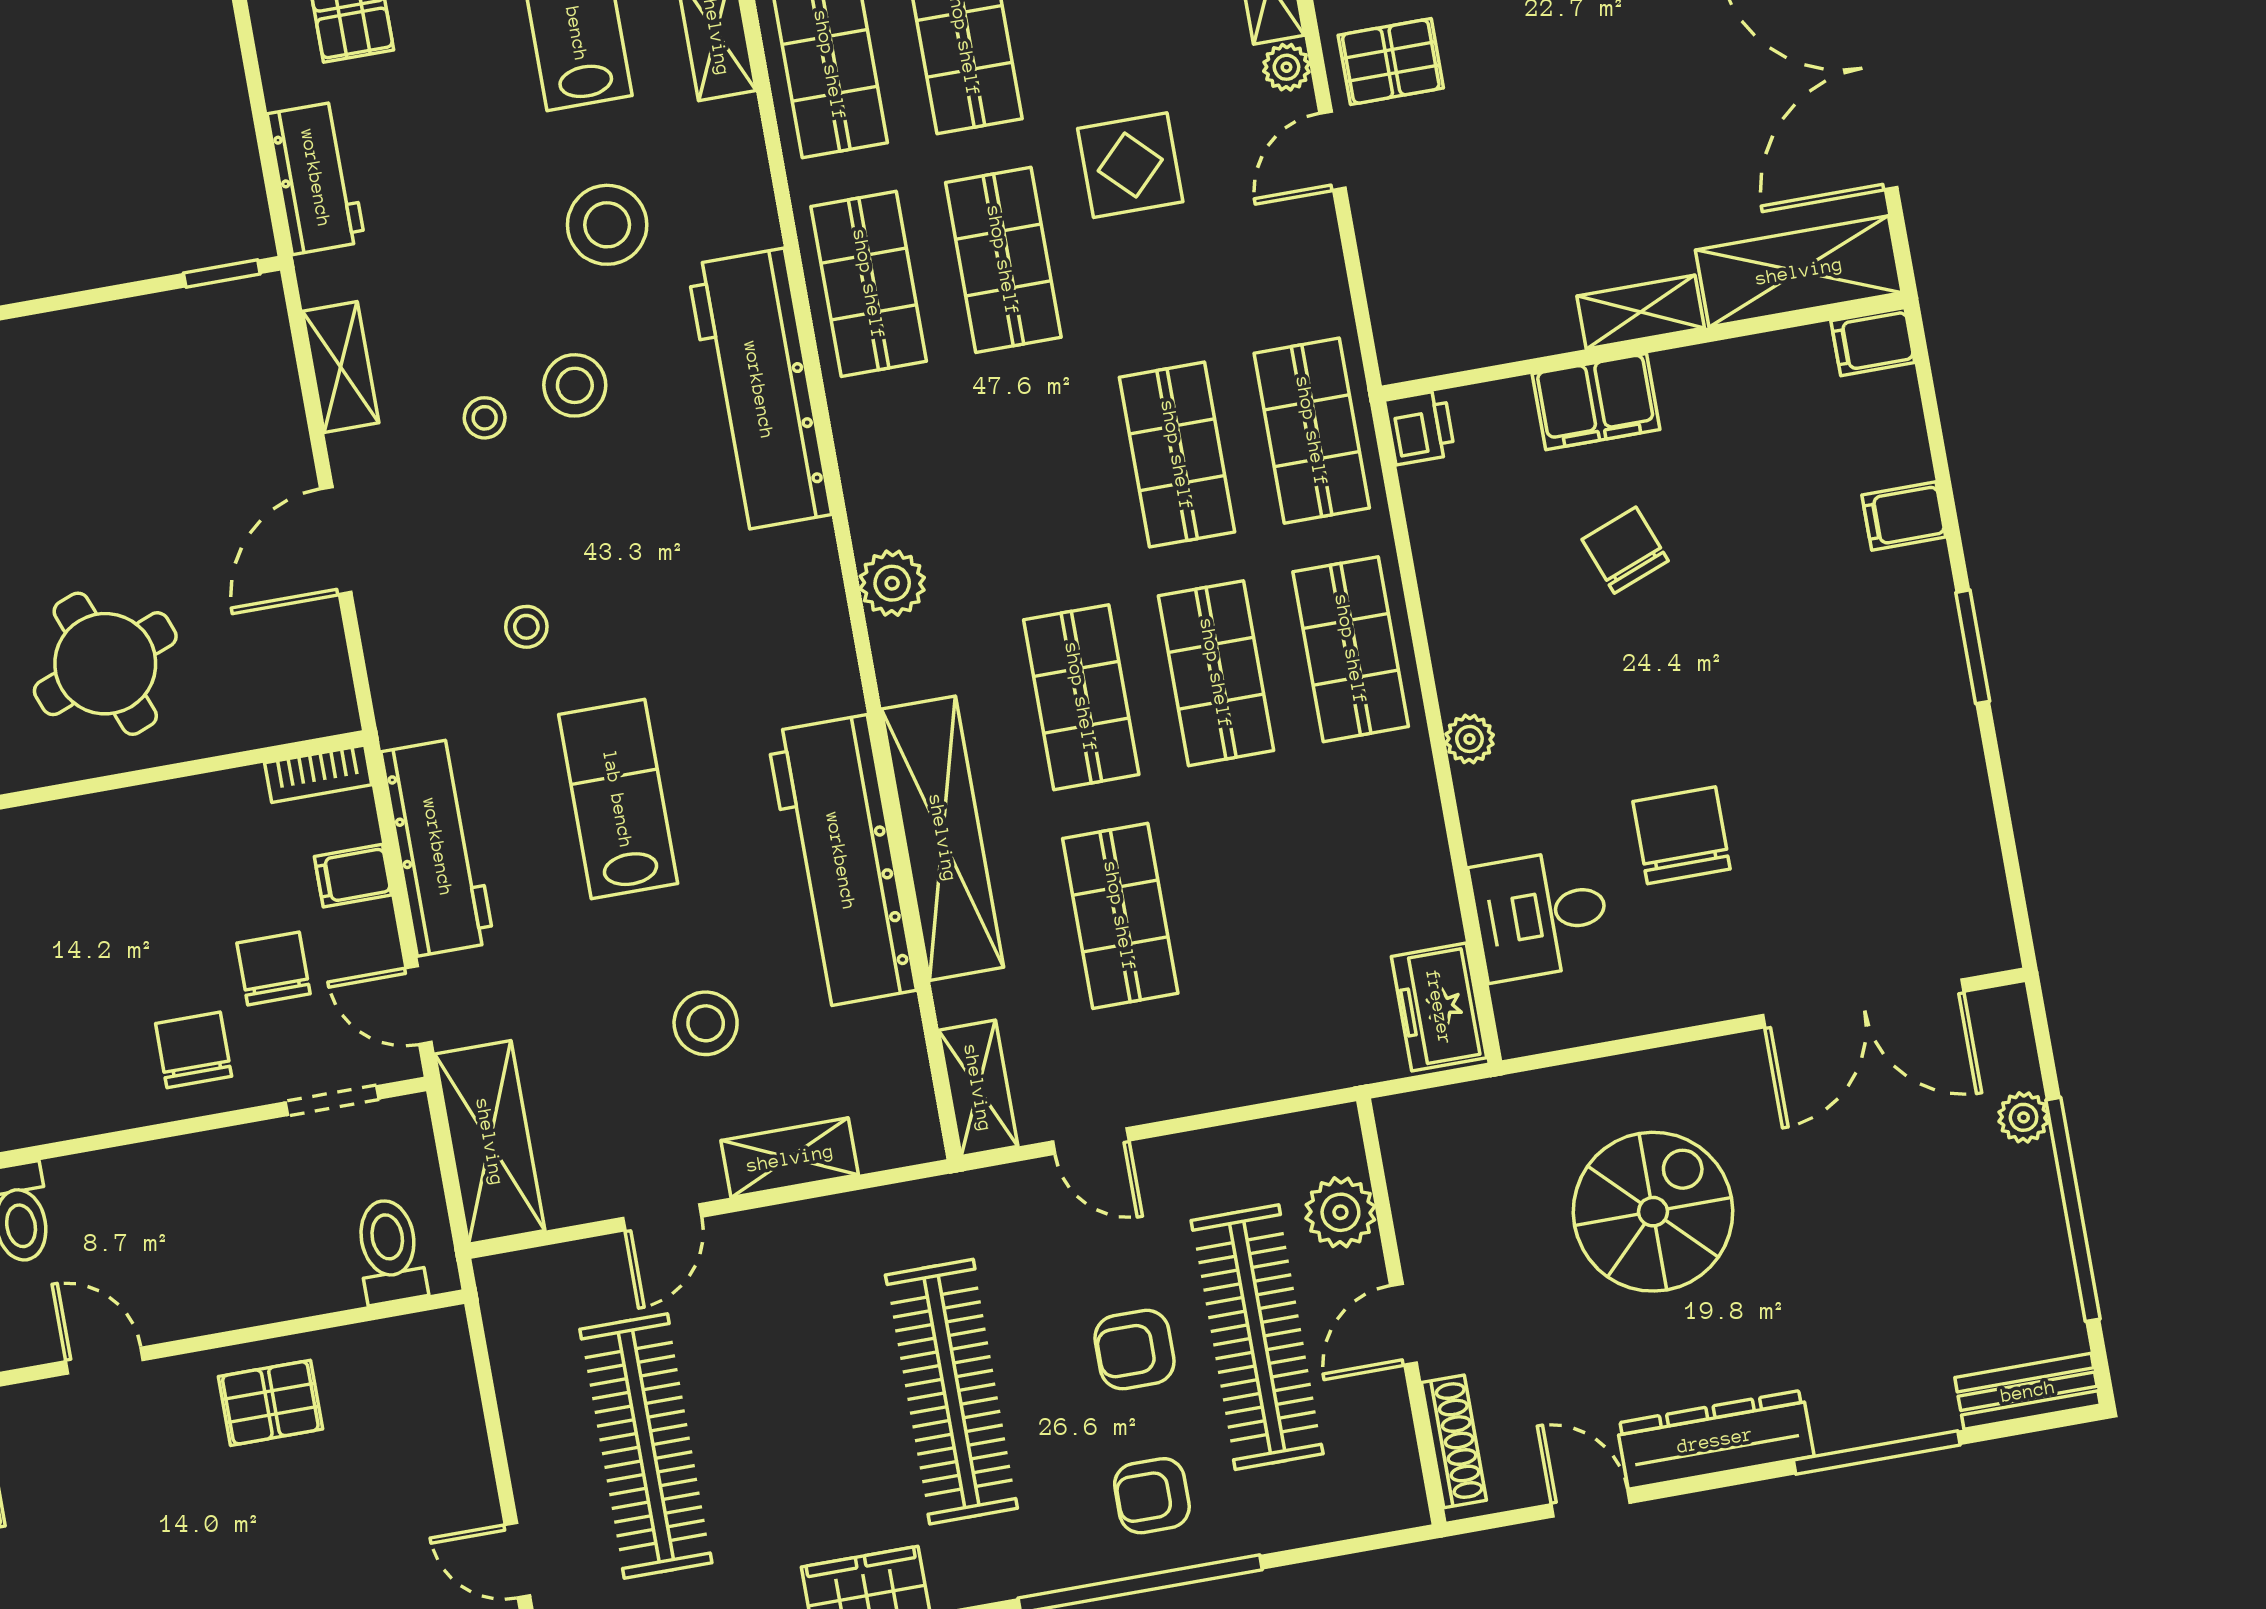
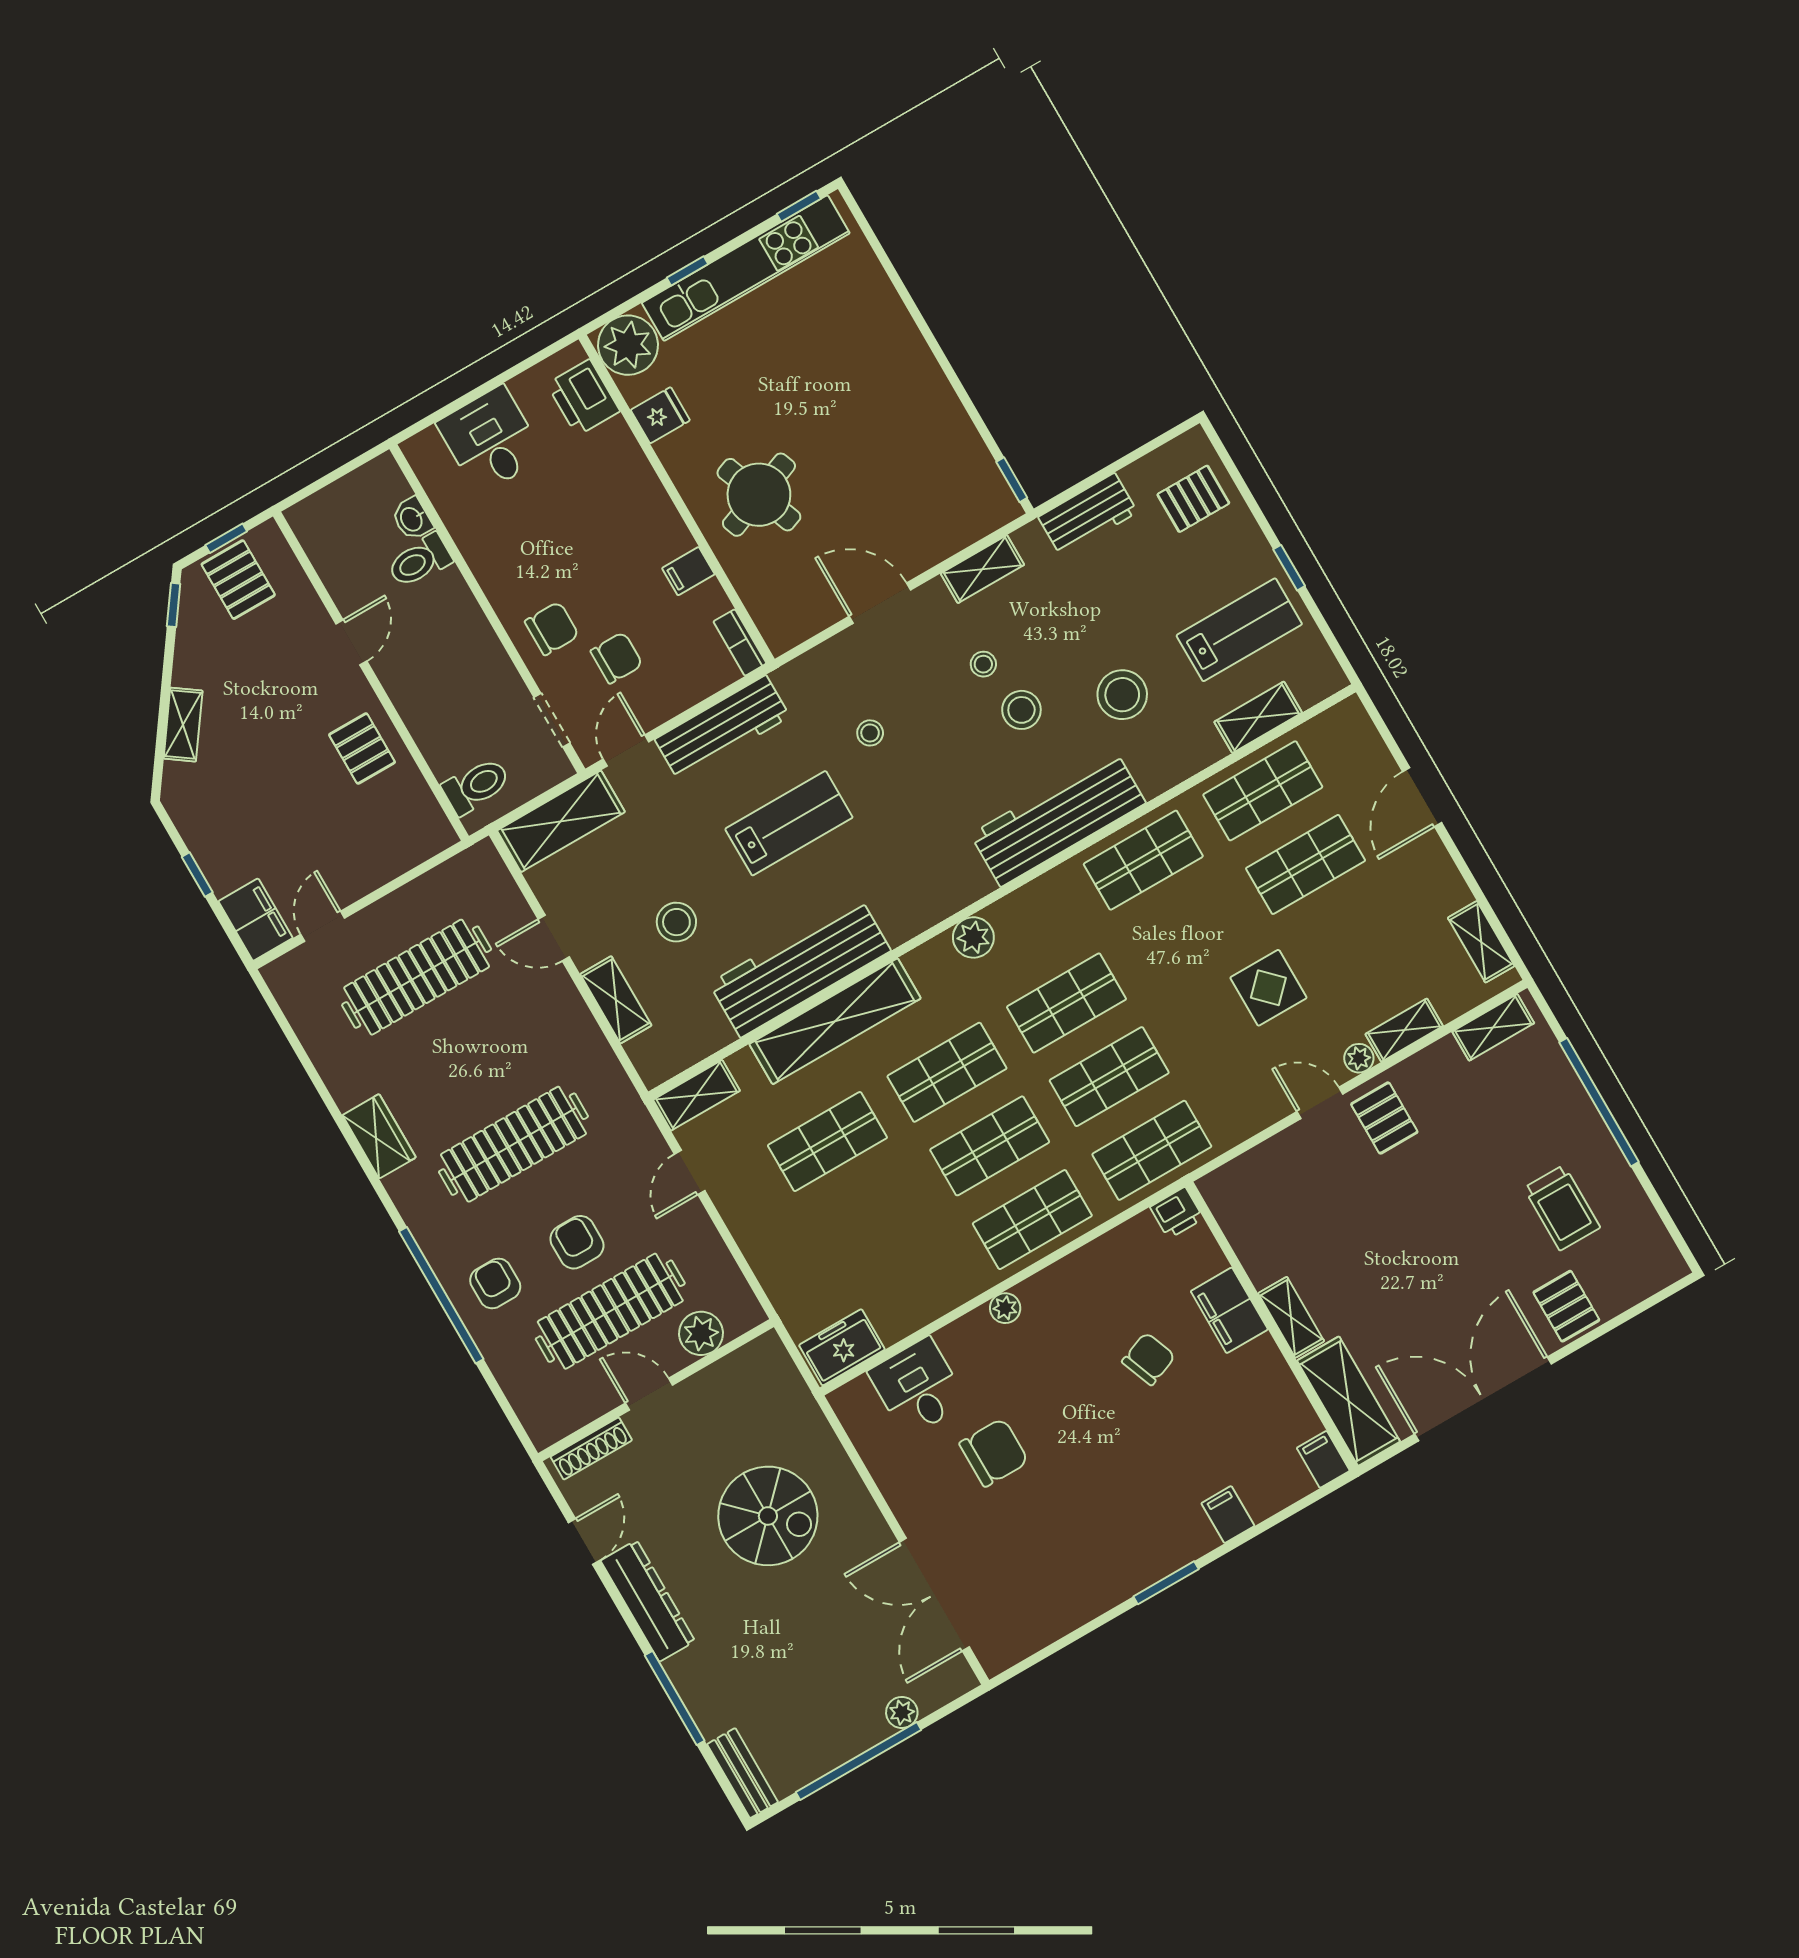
shop shelf: (1003, 260) -> (1066, 1003), moved
filing cabinet: (353, 876) -> (688, 571), moved, turned -90

